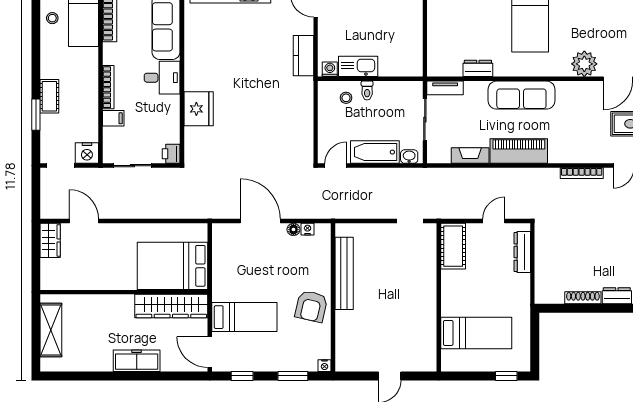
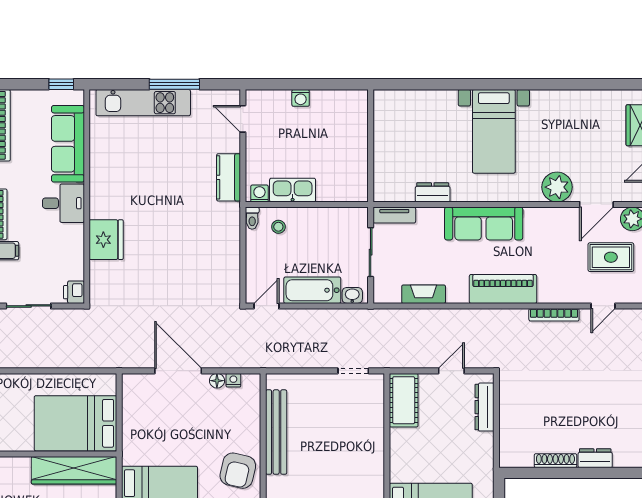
toilet: (367, 90) -> (252, 218), moved
piano: (519, 151) -> (503, 289), moved

